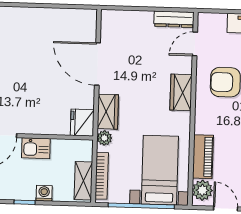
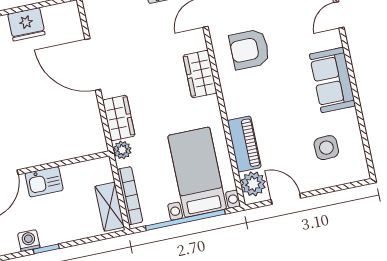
fridge: (82, 123) -> (26, 24), moved, turned -90
washing machine: (44, 193) -> (29, 241), moved

